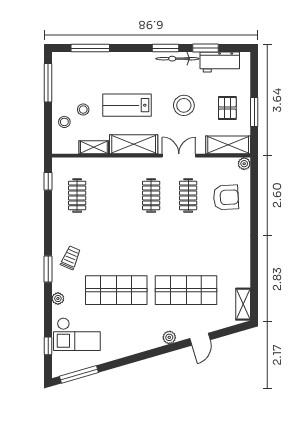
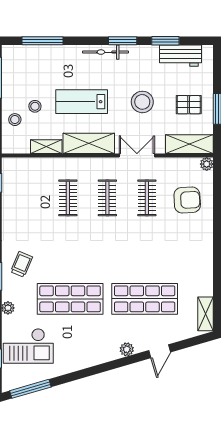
bicycle: (177, 59) -> (105, 52), moved
pallet: (227, 108) -> (189, 105), turned 90
clothes rail: (77, 195) -> (68, 198), moved

